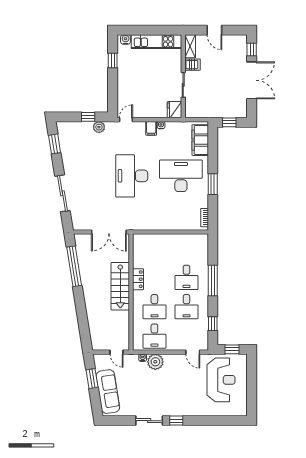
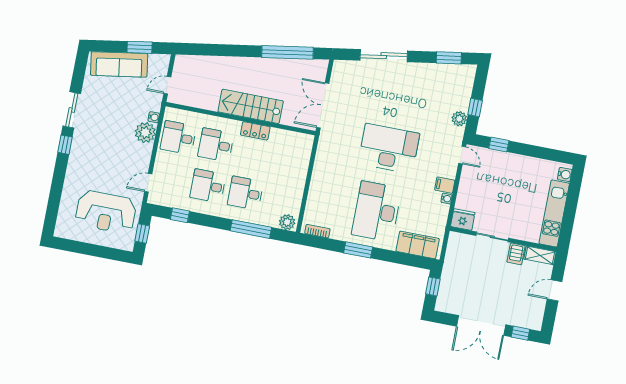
window: (113, 61) -> (499, 144), moved
desk: (181, 176) -> (377, 211), turned 180
plant: (202, 242) -> (287, 222), added
window: (213, 281) -> (251, 229), moved

